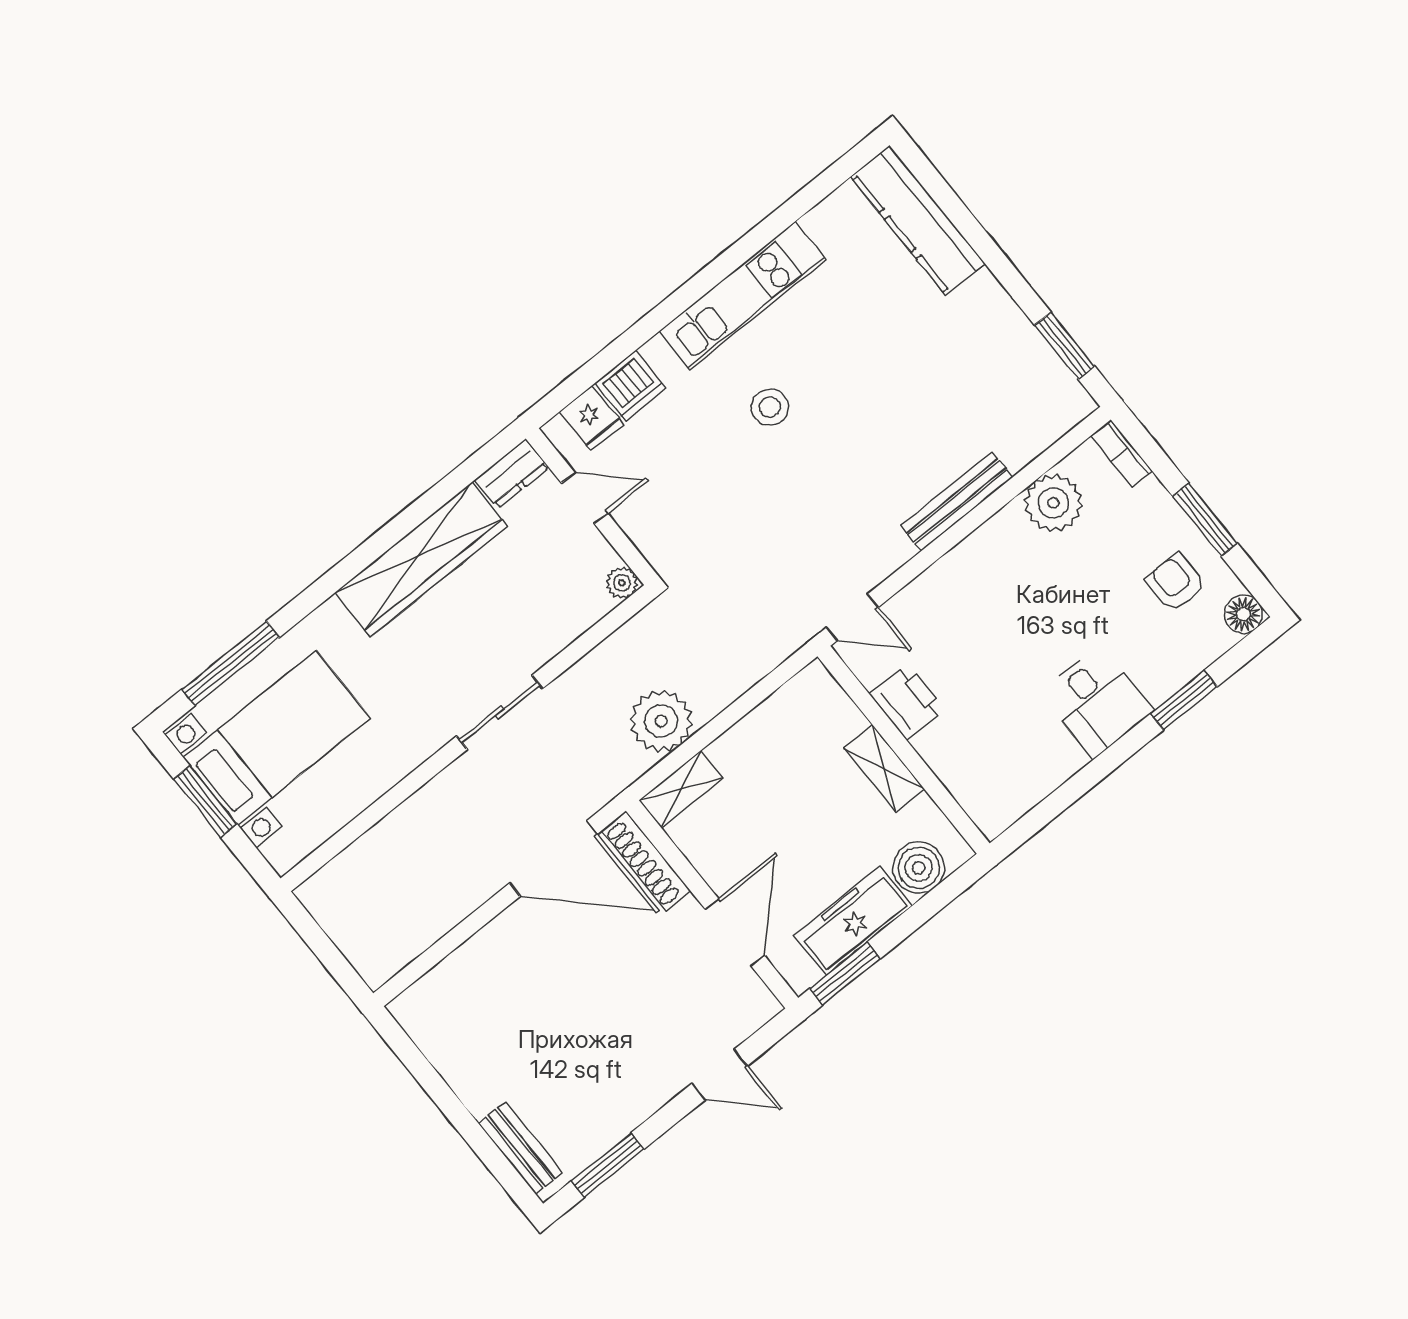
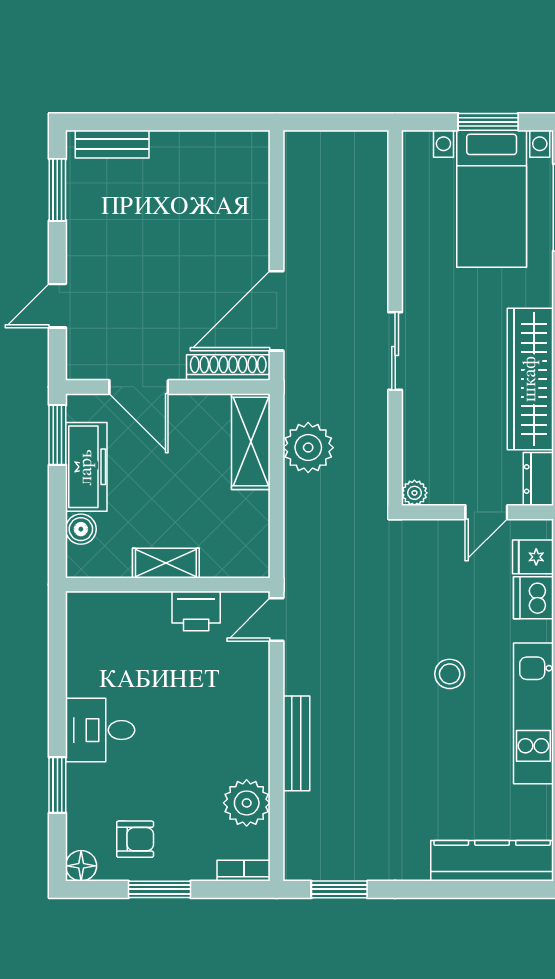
shelving: (681, 789) -> (251, 442), width x1.50, depth x1.33
boiler: (919, 868) -> (81, 529), width x0.73, depth x0.73

